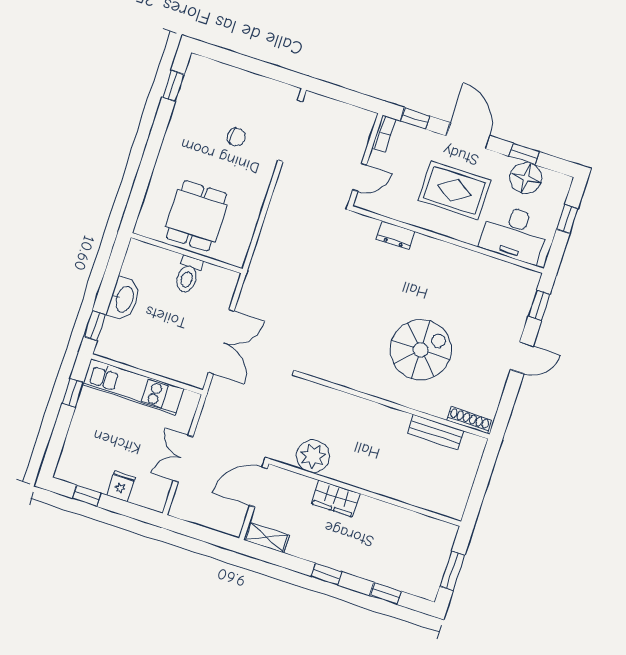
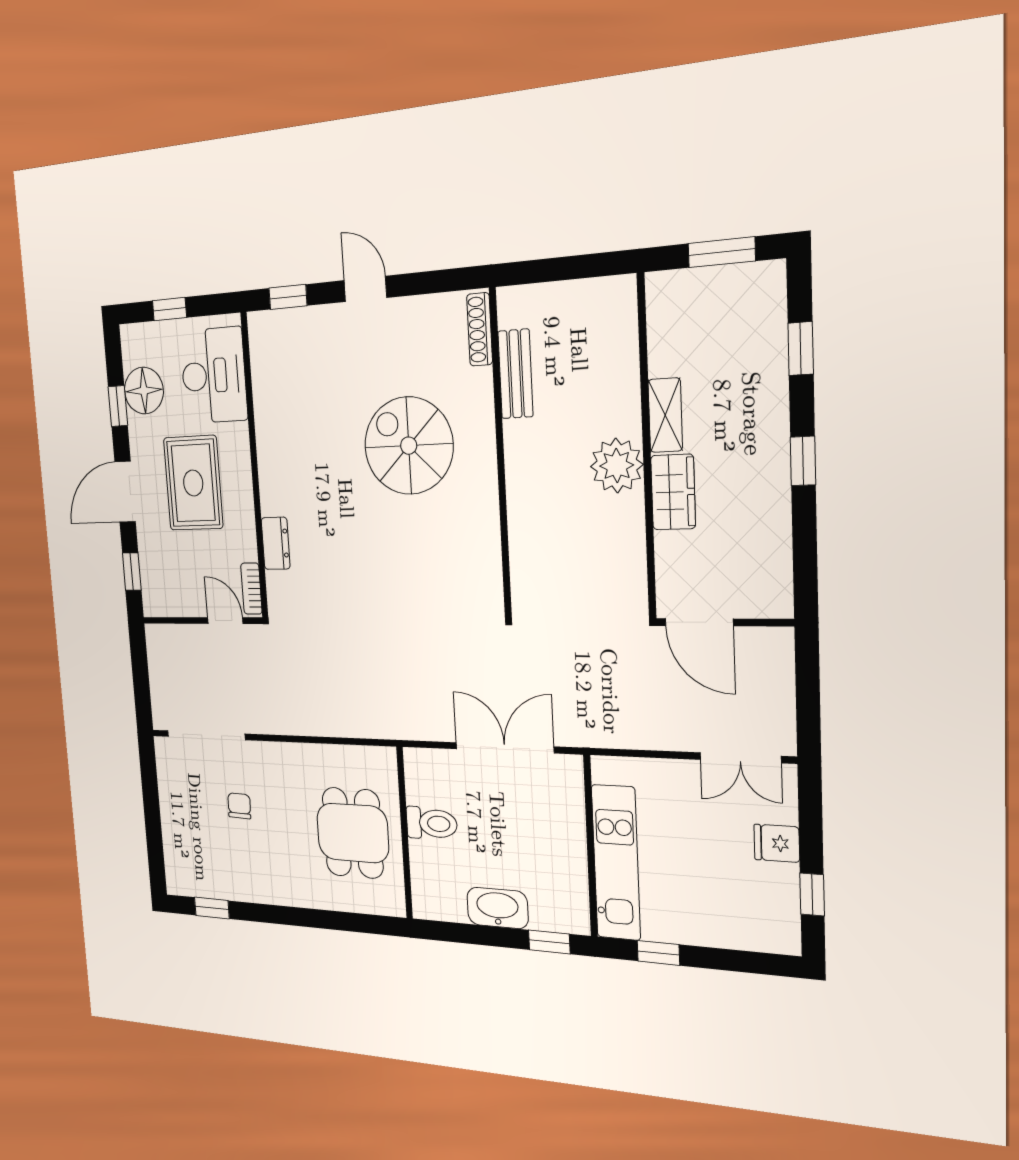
bookcase: (384, 133) -> (251, 589), moved, turned -90
dining table: (196, 216) -> (353, 833), turned 90
plant: (313, 456) -> (617, 465), moved
double door: (183, 459) -> (740, 758), moved
shelving: (267, 537) -> (665, 415), moved

